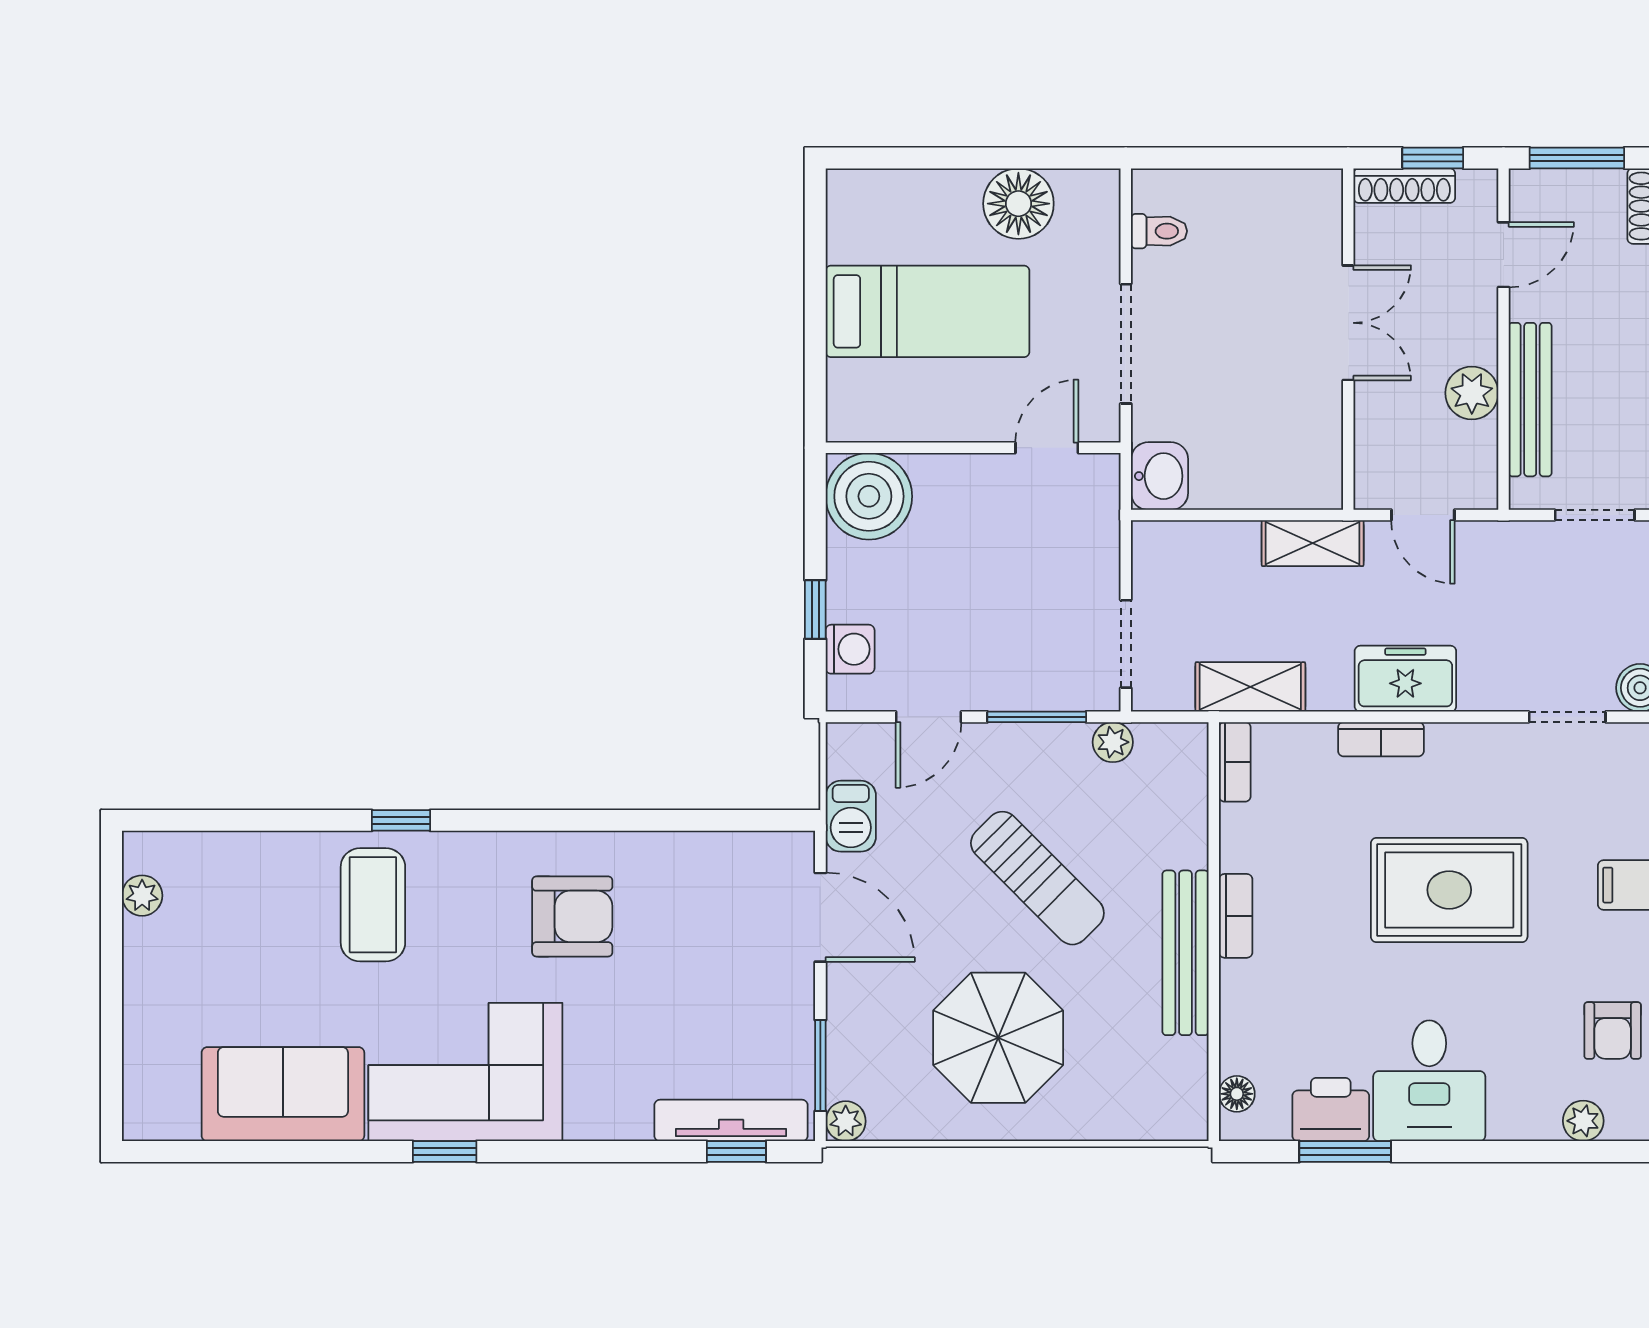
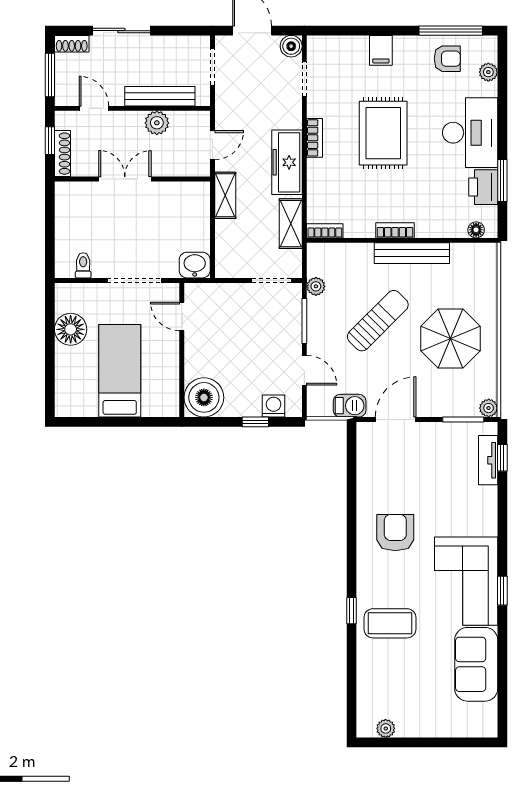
freezer: (1405, 679) -> (287, 162), width x1.40
bookcase: (1381, 739) -> (315, 138), moved
desk: (1429, 1081) -> (470, 133), width x1.37
tv unit: (731, 1120) -> (488, 460), width x0.71

